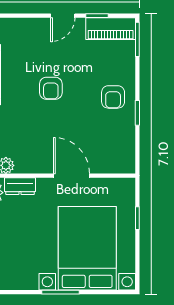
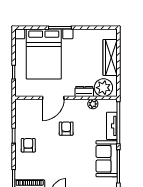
armchair: (51, 88) -> (66, 129), moved
door: (72, 176) -> (53, 98), hinge flipped

